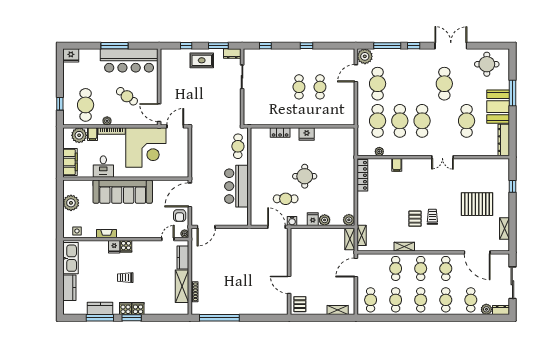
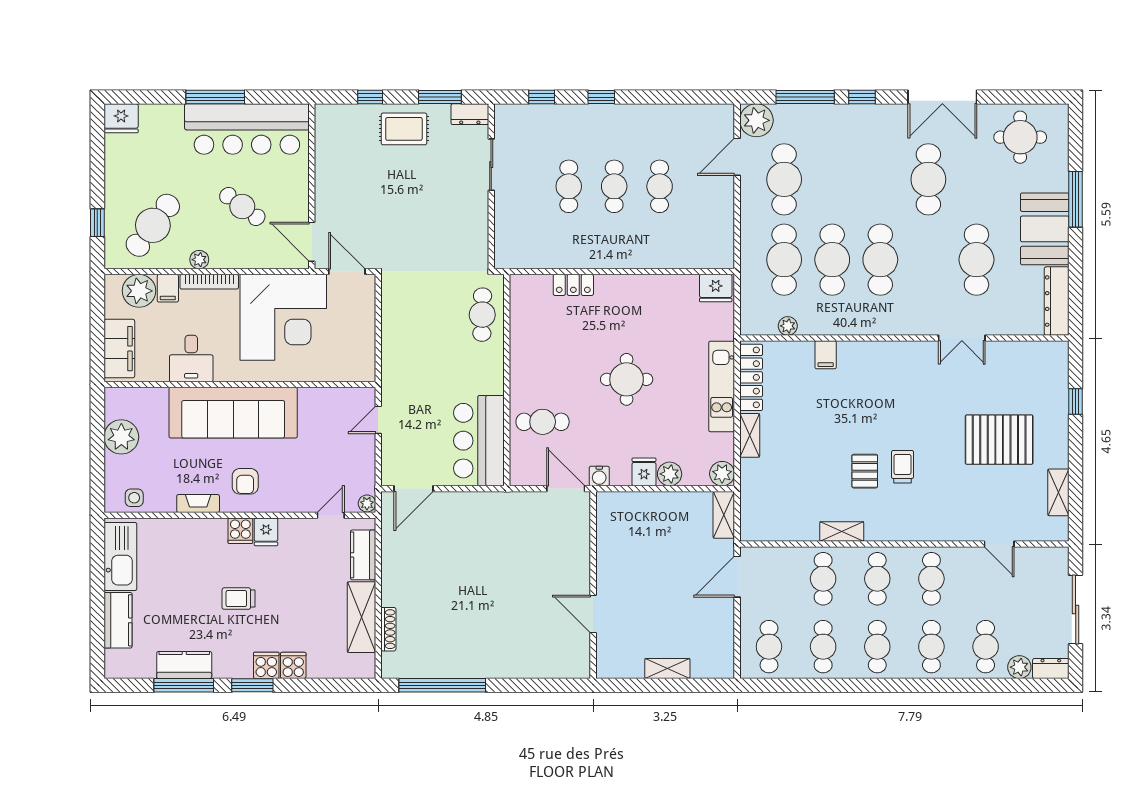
window: (306, 46) -> (601, 97), moved
double door: (451, 46) -> (942, 97), swing flipped
cafe table: (278, 87) -> (569, 186), added
cafe table: (86, 105) -> (153, 225), turned 37
door: (175, 126) -> (347, 272), hinge flipped
fridge: (307, 134) -> (716, 288), moved
double door: (442, 157) -> (962, 338), moved
kitchen unit: (349, 180) -> (722, 386), added
bar counter: (236, 186) -> (479, 441), moved
door: (190, 195) -> (378, 420), width x0.53
cafe table: (286, 199) -> (543, 422), moved
armchair: (180, 216) -> (245, 481), moved
shelving: (362, 235) -> (750, 435), moved
fridge: (114, 247) -> (266, 532), moved
door: (477, 252) -> (999, 544), width x0.53
pallet: (300, 304) -> (616, 656), removed
cooker: (126, 309) -> (293, 665), moved
shelving: (338, 310) -> (667, 669), moved

